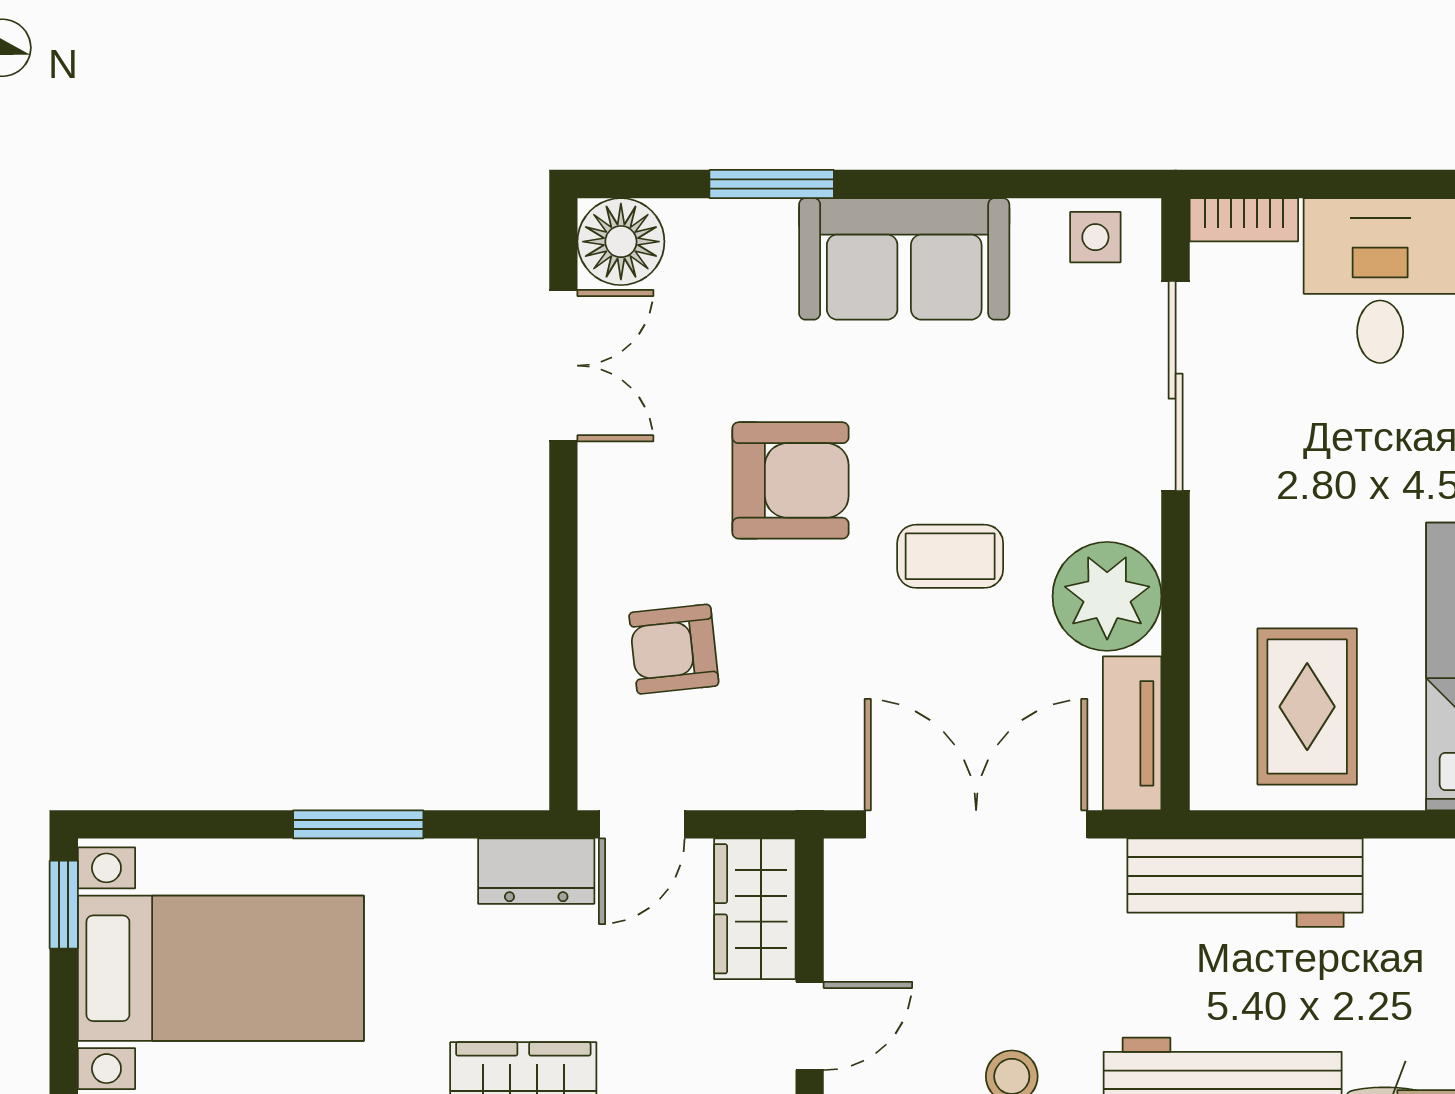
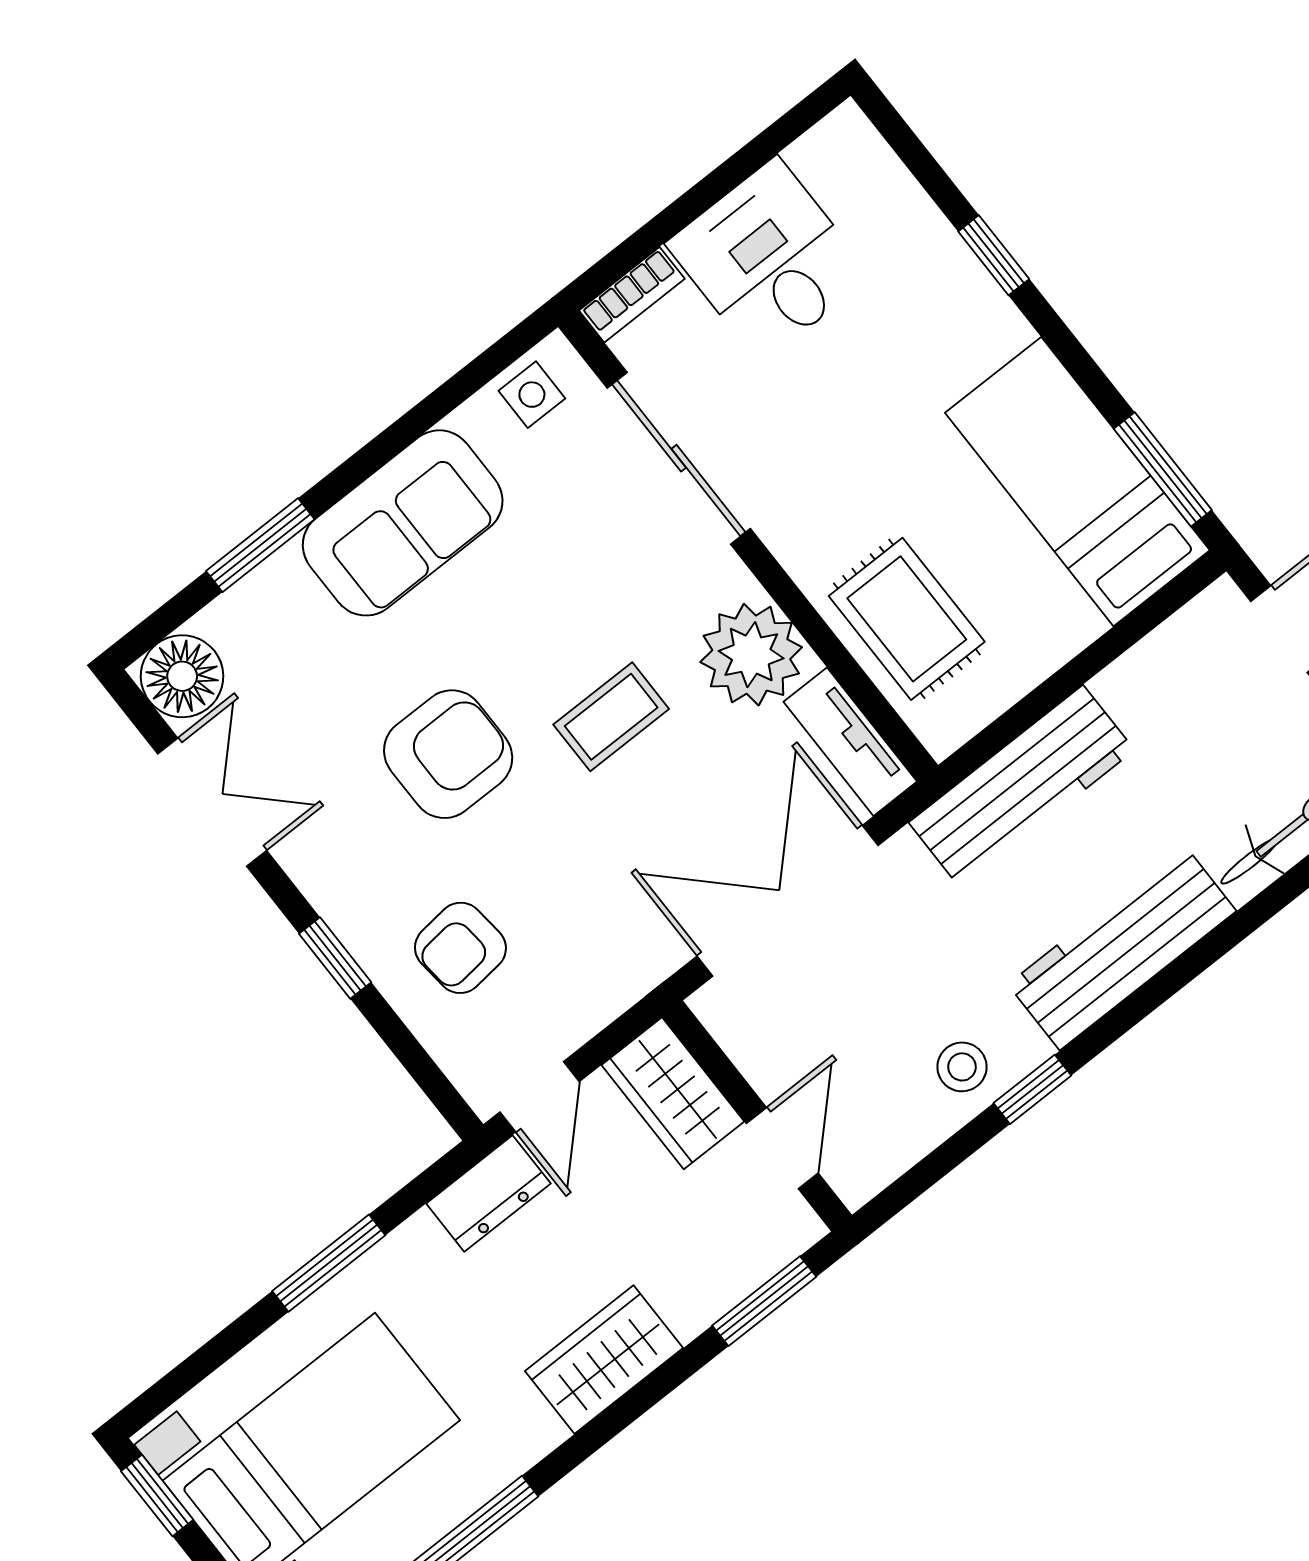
window: (563, 575) -> (335, 958), added
rug: (1307, 707) -> (907, 619), moved

